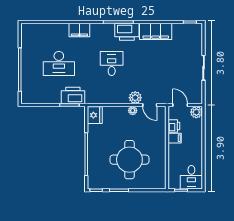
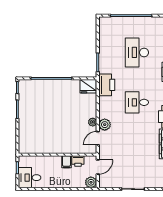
desk: (112, 63) -> (137, 102), turned 180
printer: (73, 96) -> (107, 85), moved
round table: (129, 160) -> (46, 119), removed

